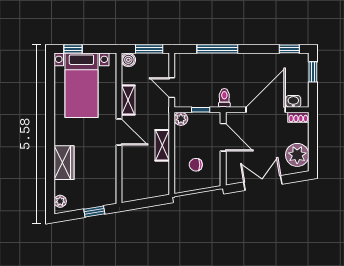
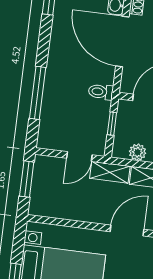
boiler: (128, 60) -> (37, 207), removed
shelving: (128, 100) -> (110, 172), moved
plant: (181, 119) -> (138, 152), moved

